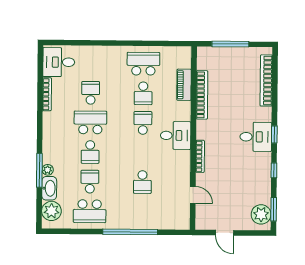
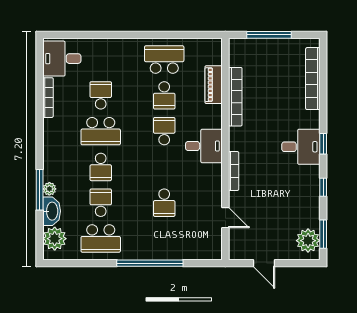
school desk: (90, 122) -> (101, 131), turned 180

